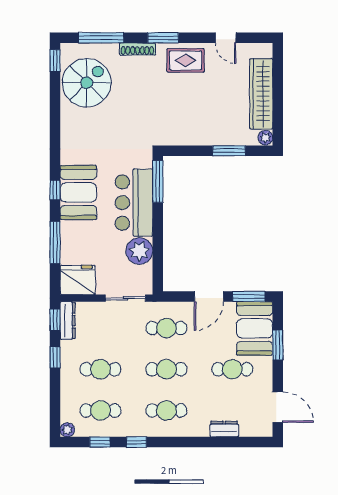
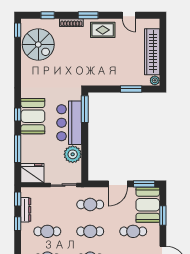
window: (101, 38) -> (48, 15), width x0.46
spiral stairs: (87, 83) -> (38, 45), turned 90
dresser: (68, 321) -> (26, 210), moved

